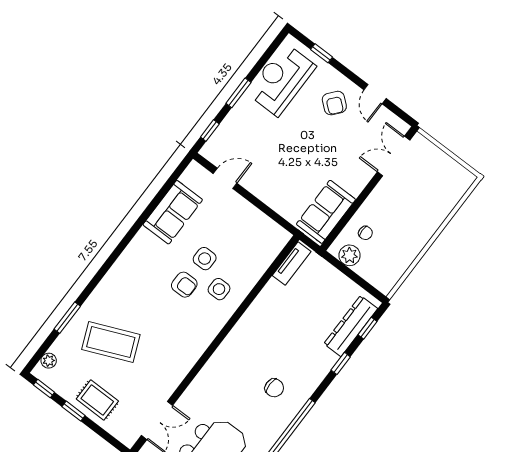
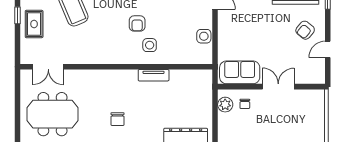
double door: (394, 156) -> (278, 87), moved
side table: (205, 259) -> (204, 36), moved
tv unit: (292, 263) -> (154, 75), moved

